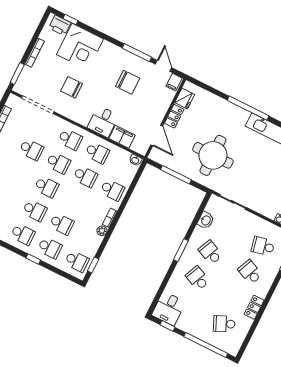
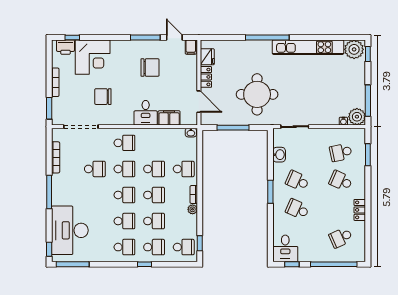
school desk: (97, 153) -> (154, 195), moved

